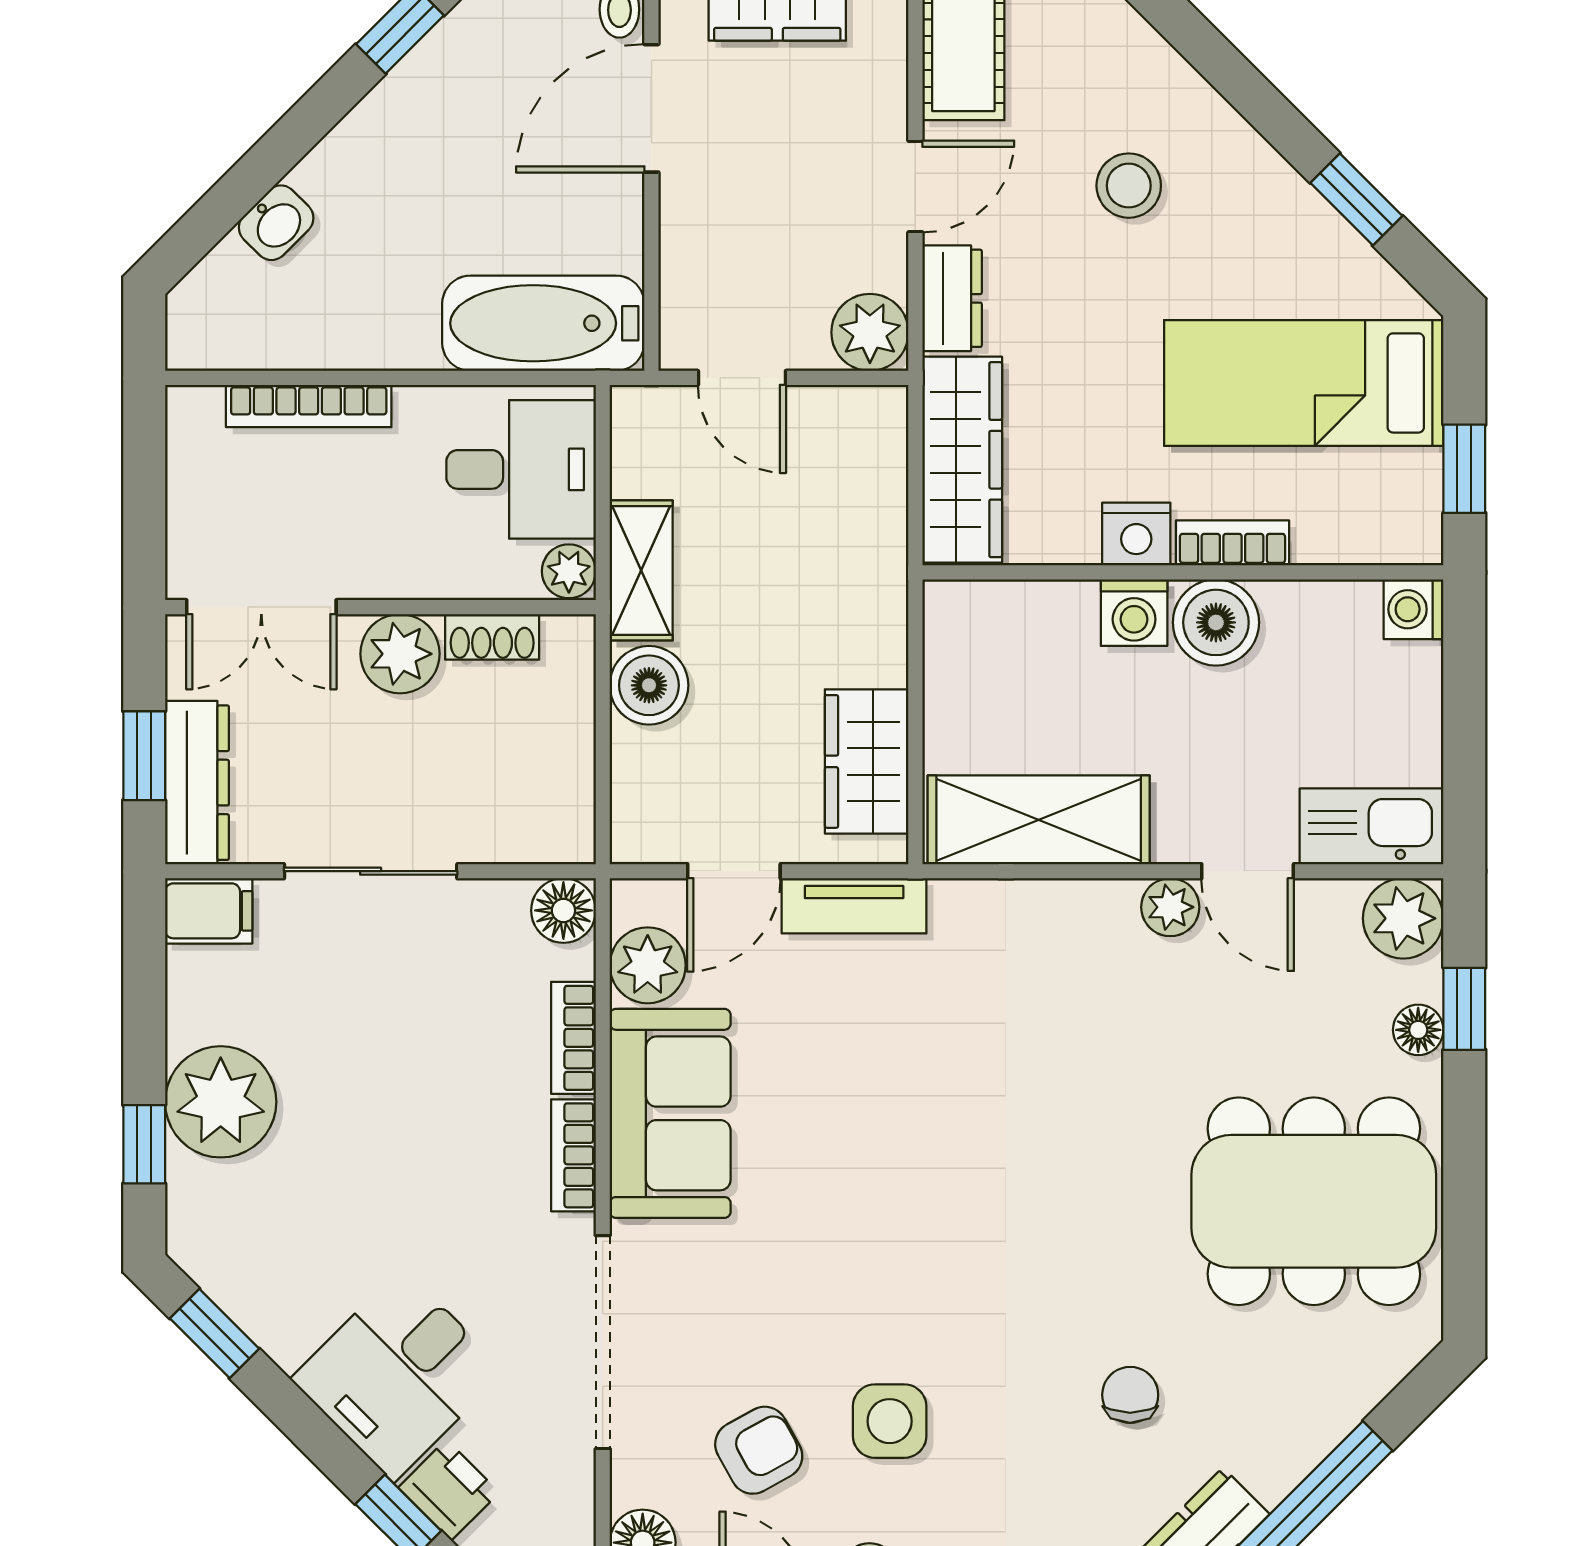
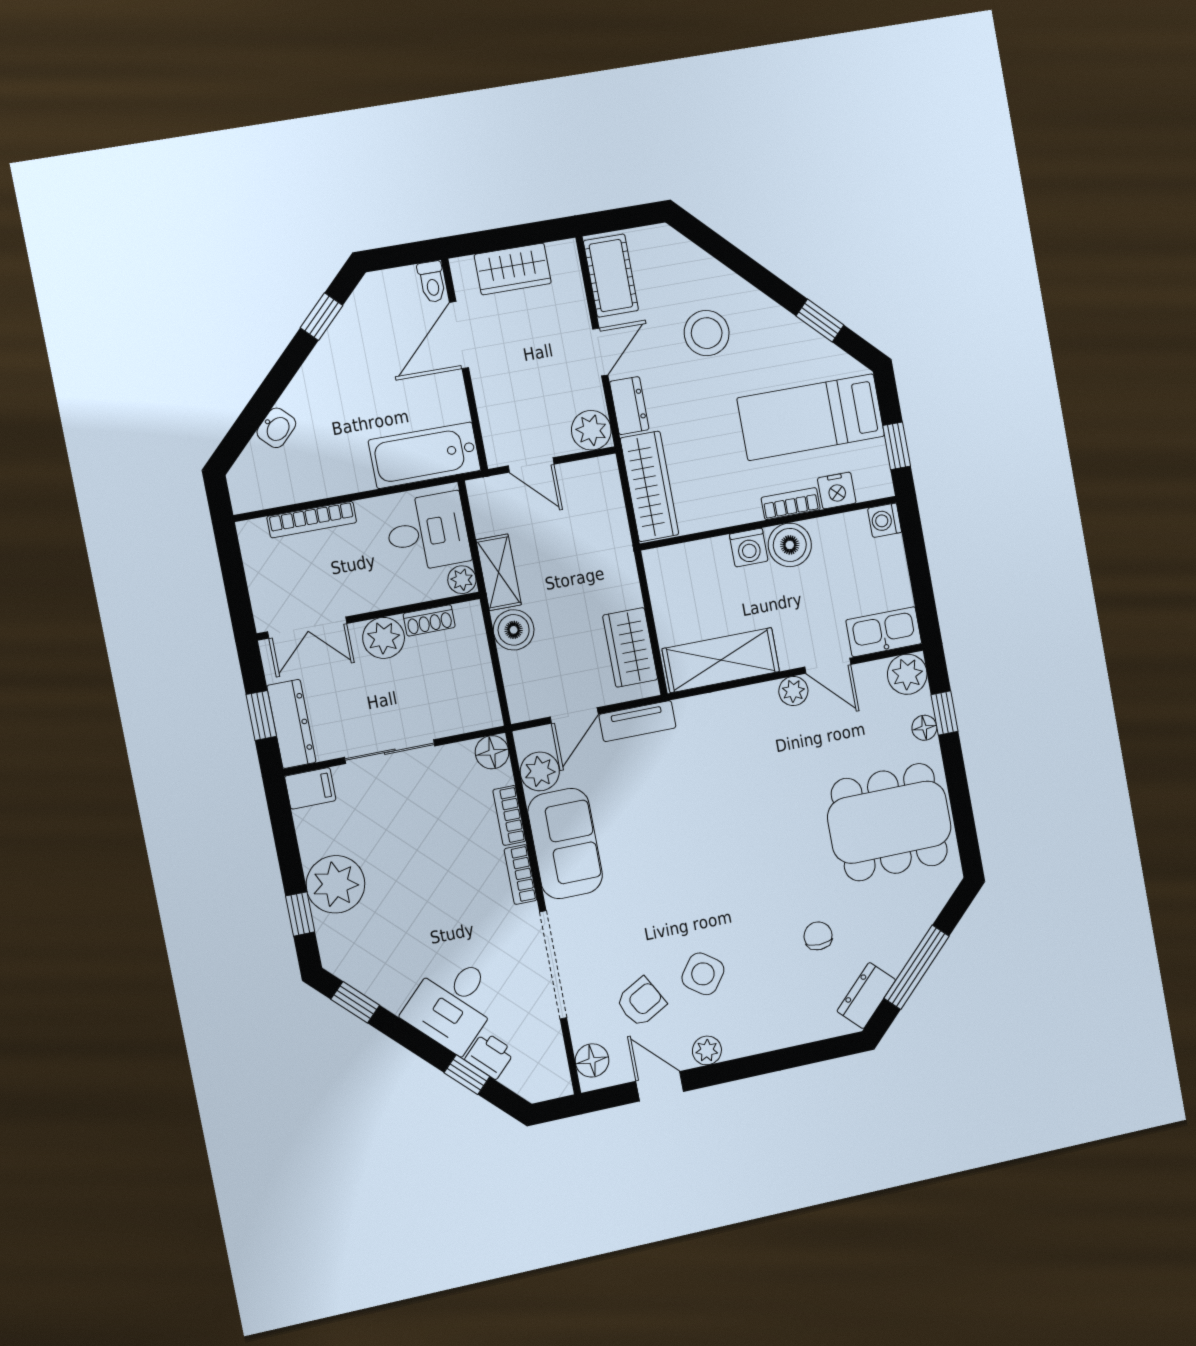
stool: (1129, 186) -> (707, 333), width x1.38, depth x1.38
nightstand: (1136, 534) -> (837, 491), moved
side table: (890, 1421) -> (703, 974), turned 36

